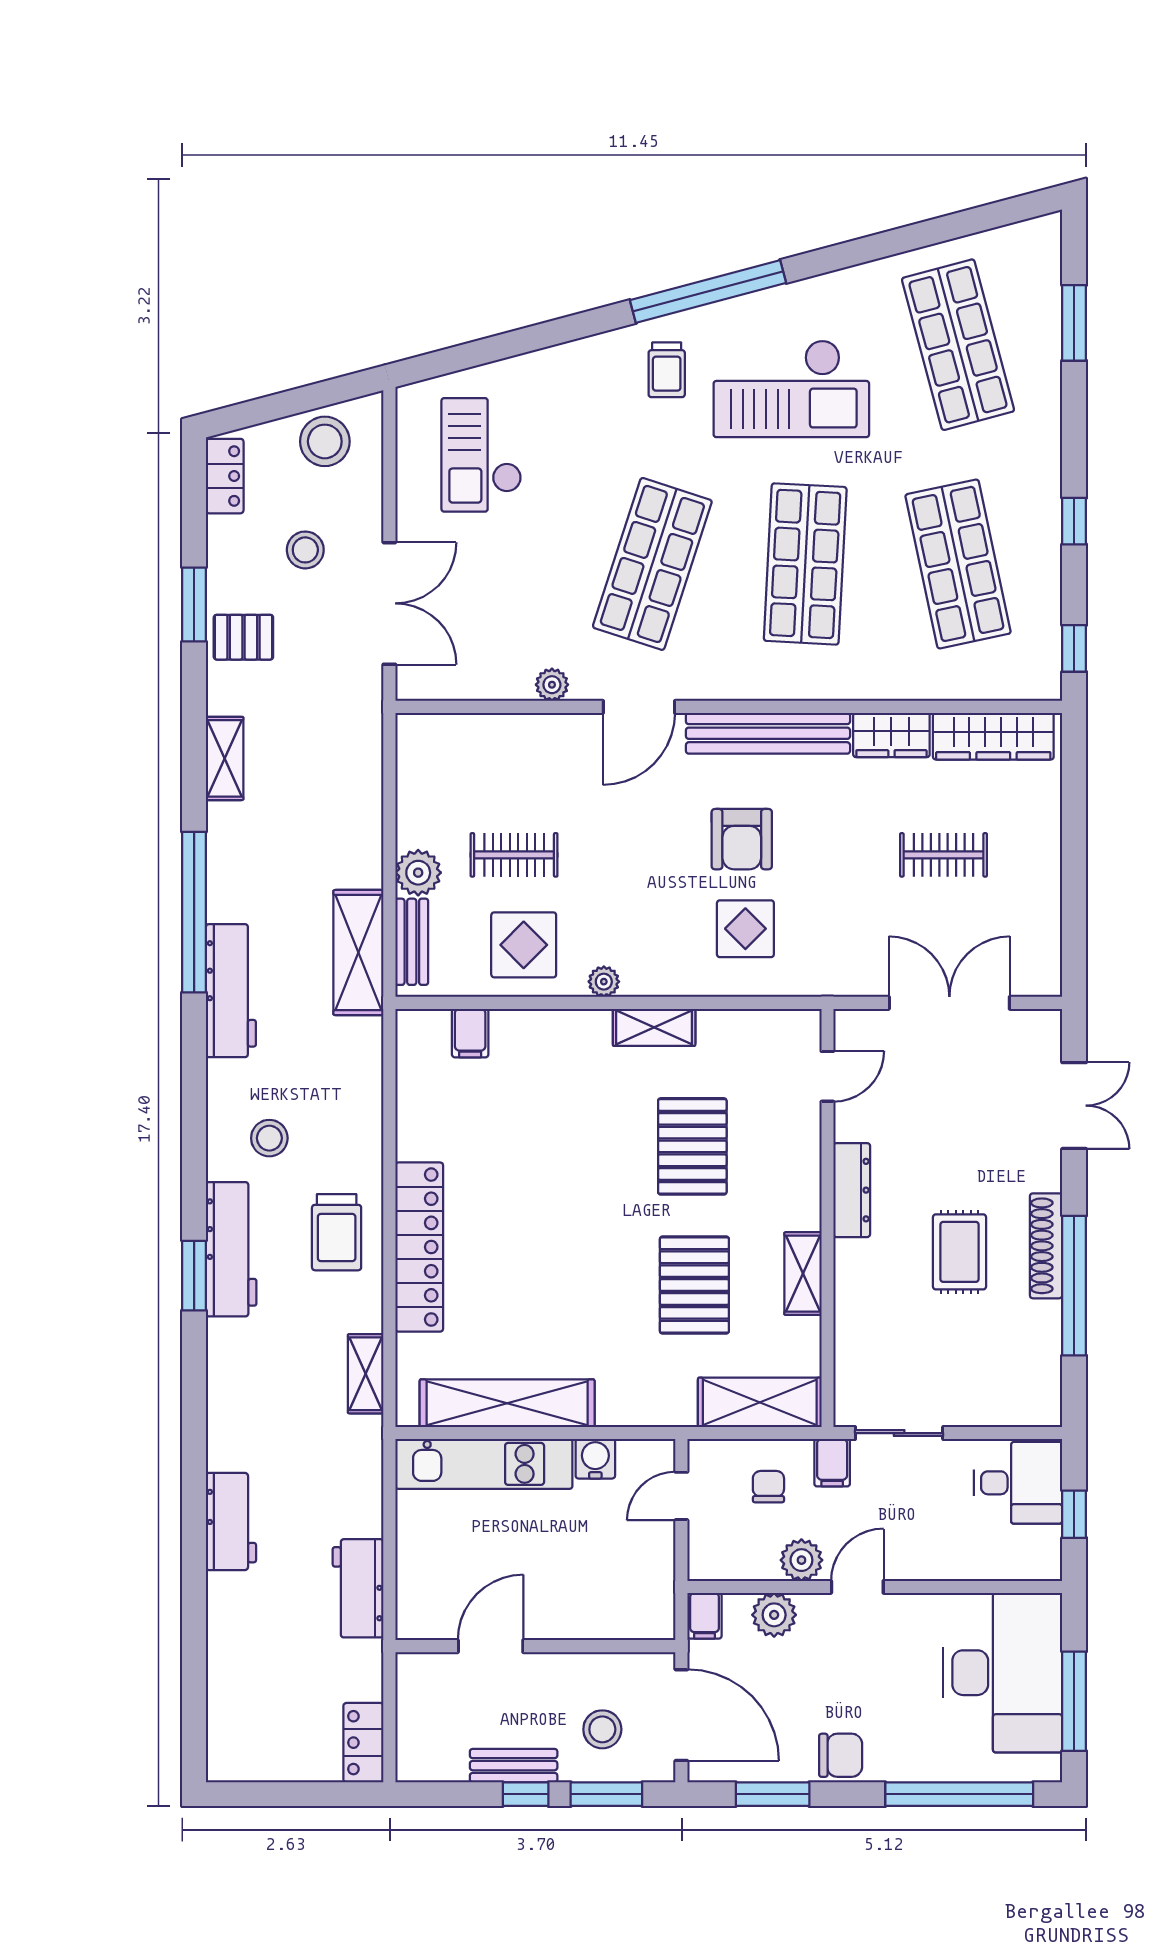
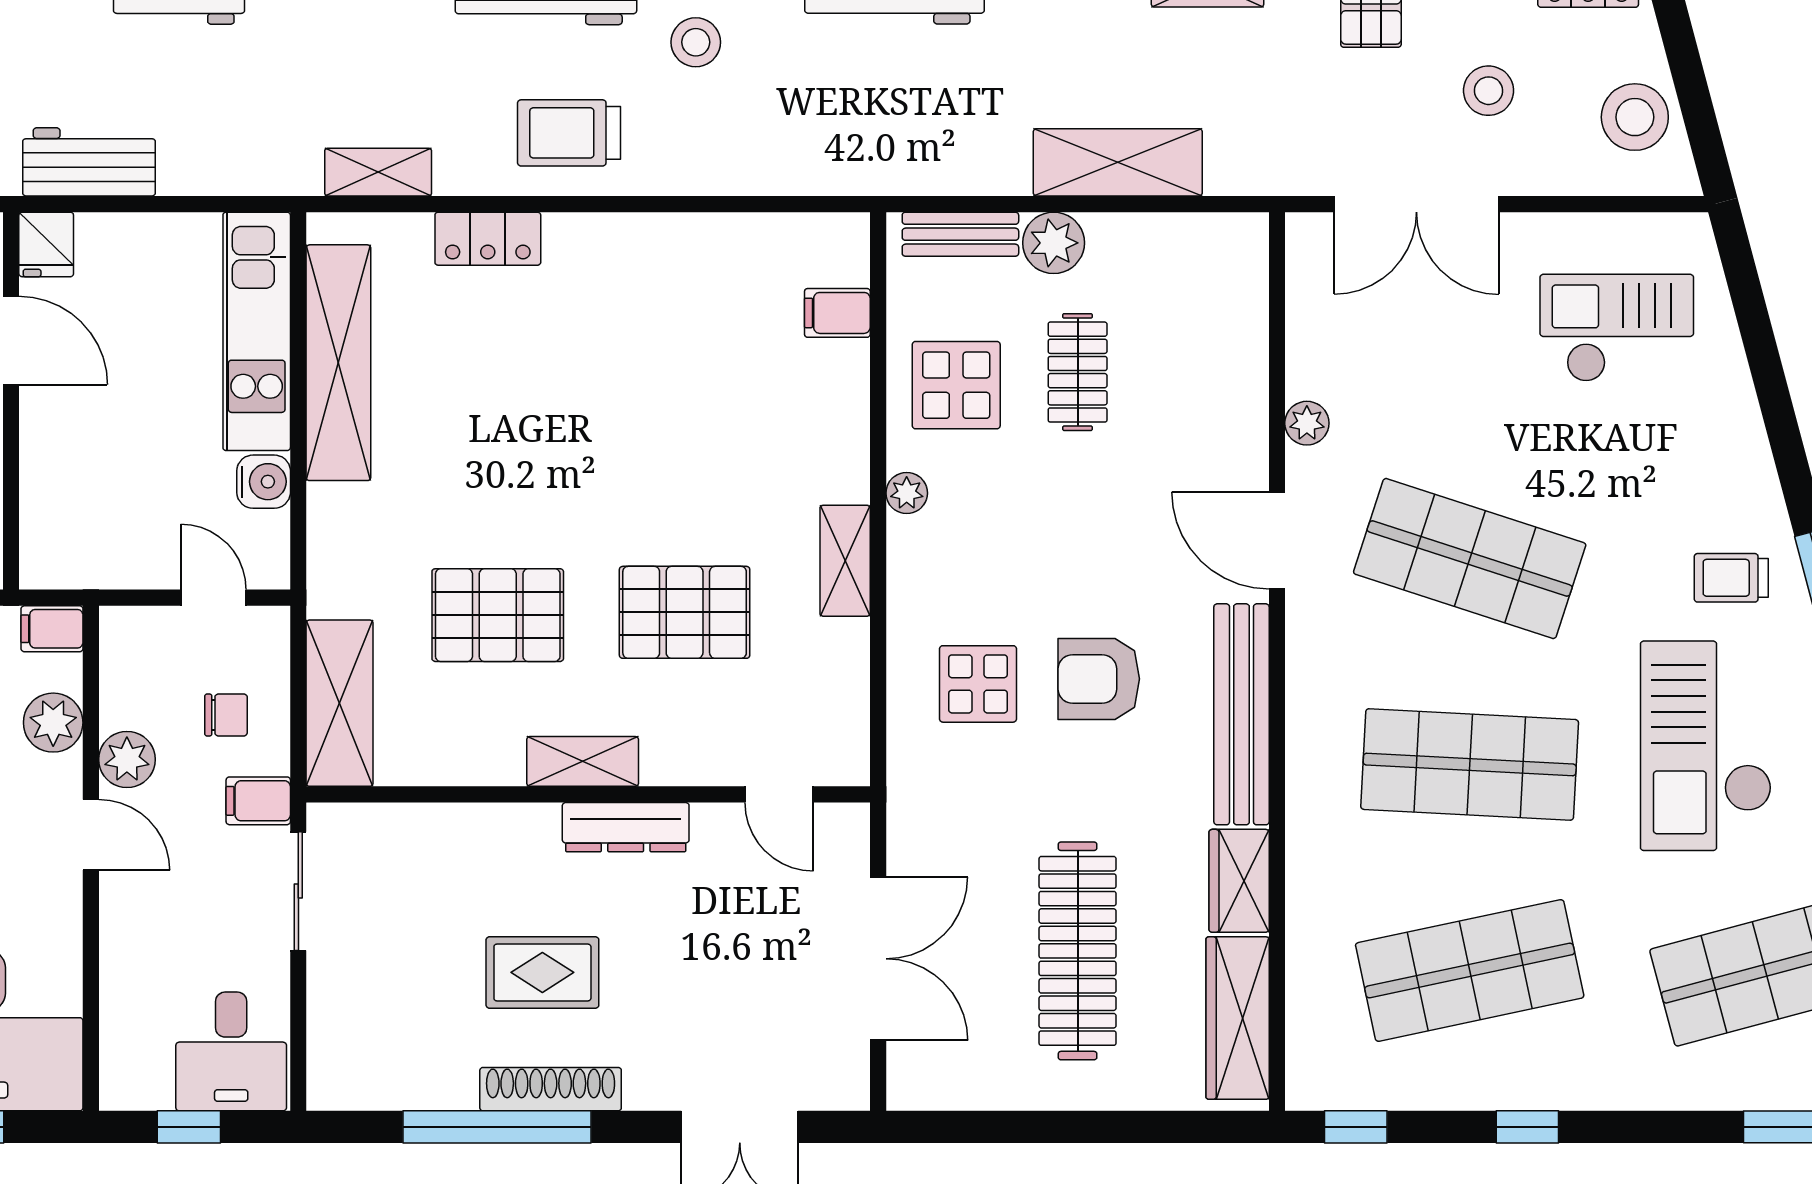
clothes rail: (944, 855) -> (1078, 951), width x1.86, depth x1.31
shelving: (358, 953) -> (1118, 162), moved
locker: (419, 1247) -> (488, 239), width x0.46, depth x0.83
shelving: (803, 1274) -> (583, 761), moved
fridge: (419, 1620) -> (46, 244), added

